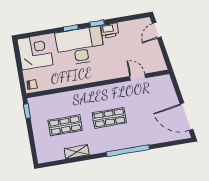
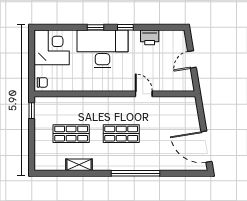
printer: (110, 30) -> (150, 37), moved
door: (157, 30) -> (192, 59), moved
door: (138, 77) -> (144, 94), moved

